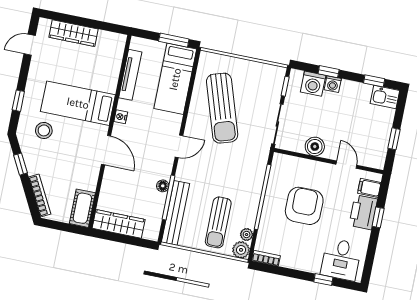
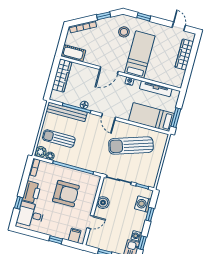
washing machine: (333, 84) -> (136, 236), moved
printer: (363, 212) -> (32, 192), moved, turned 90

